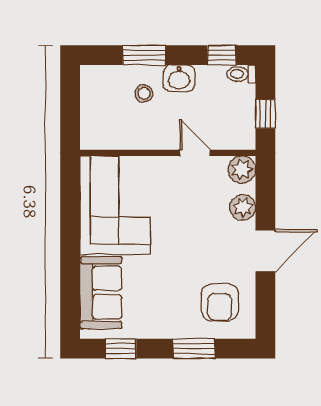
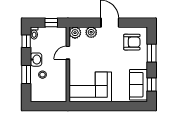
sofa: (101, 293) -> (139, 85), moved, turned -90

